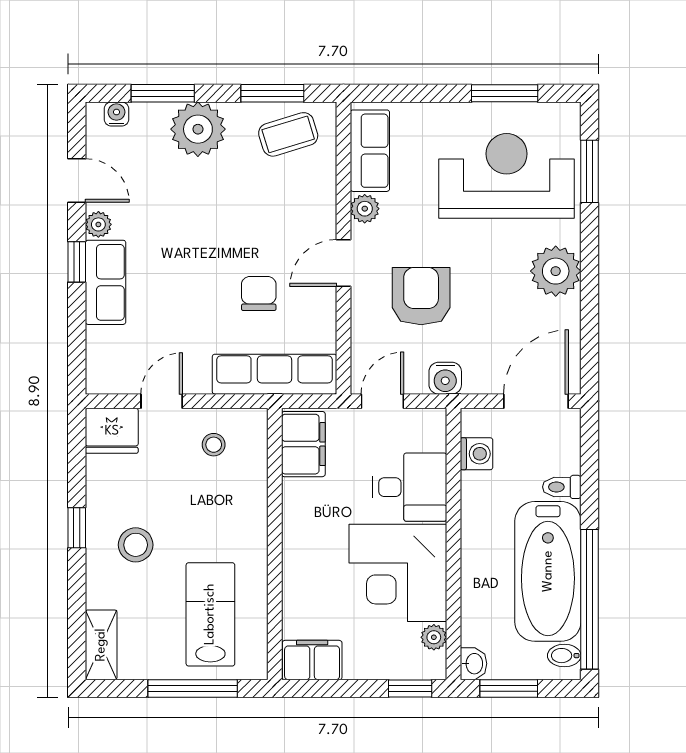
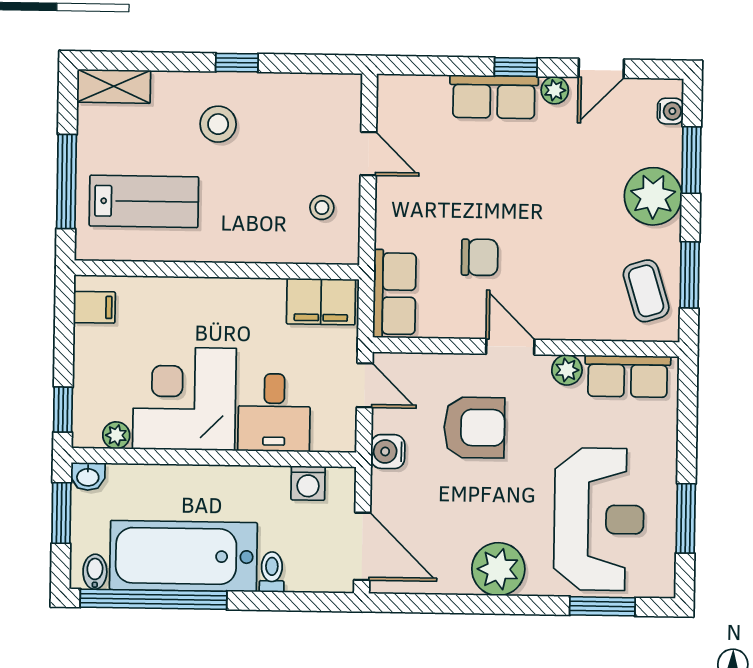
row of seats: (275, 374) -> (394, 294), width x0.68
fridge: (112, 431) -> (338, 101), removed
filing cabinet: (312, 660) -> (94, 307), width x0.50

